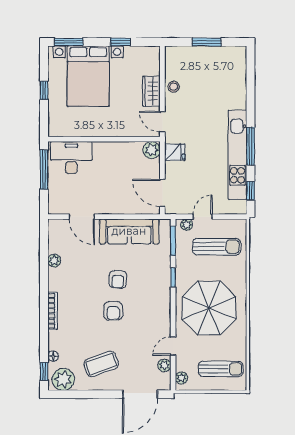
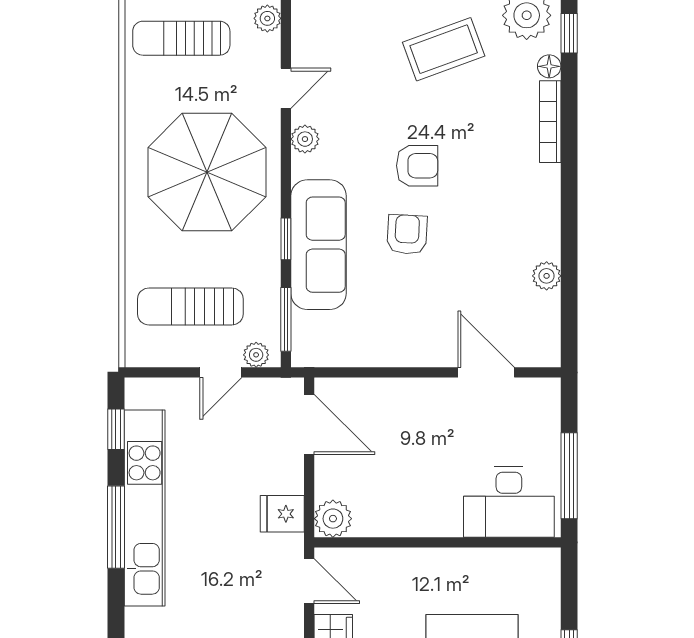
sofa: (129, 231) -> (319, 245), moved, turned 90
bookcase: (53, 311) -> (550, 122), moved
armchair: (113, 311) -> (417, 166), turned 90
plant: (164, 365) -> (305, 139), moved

